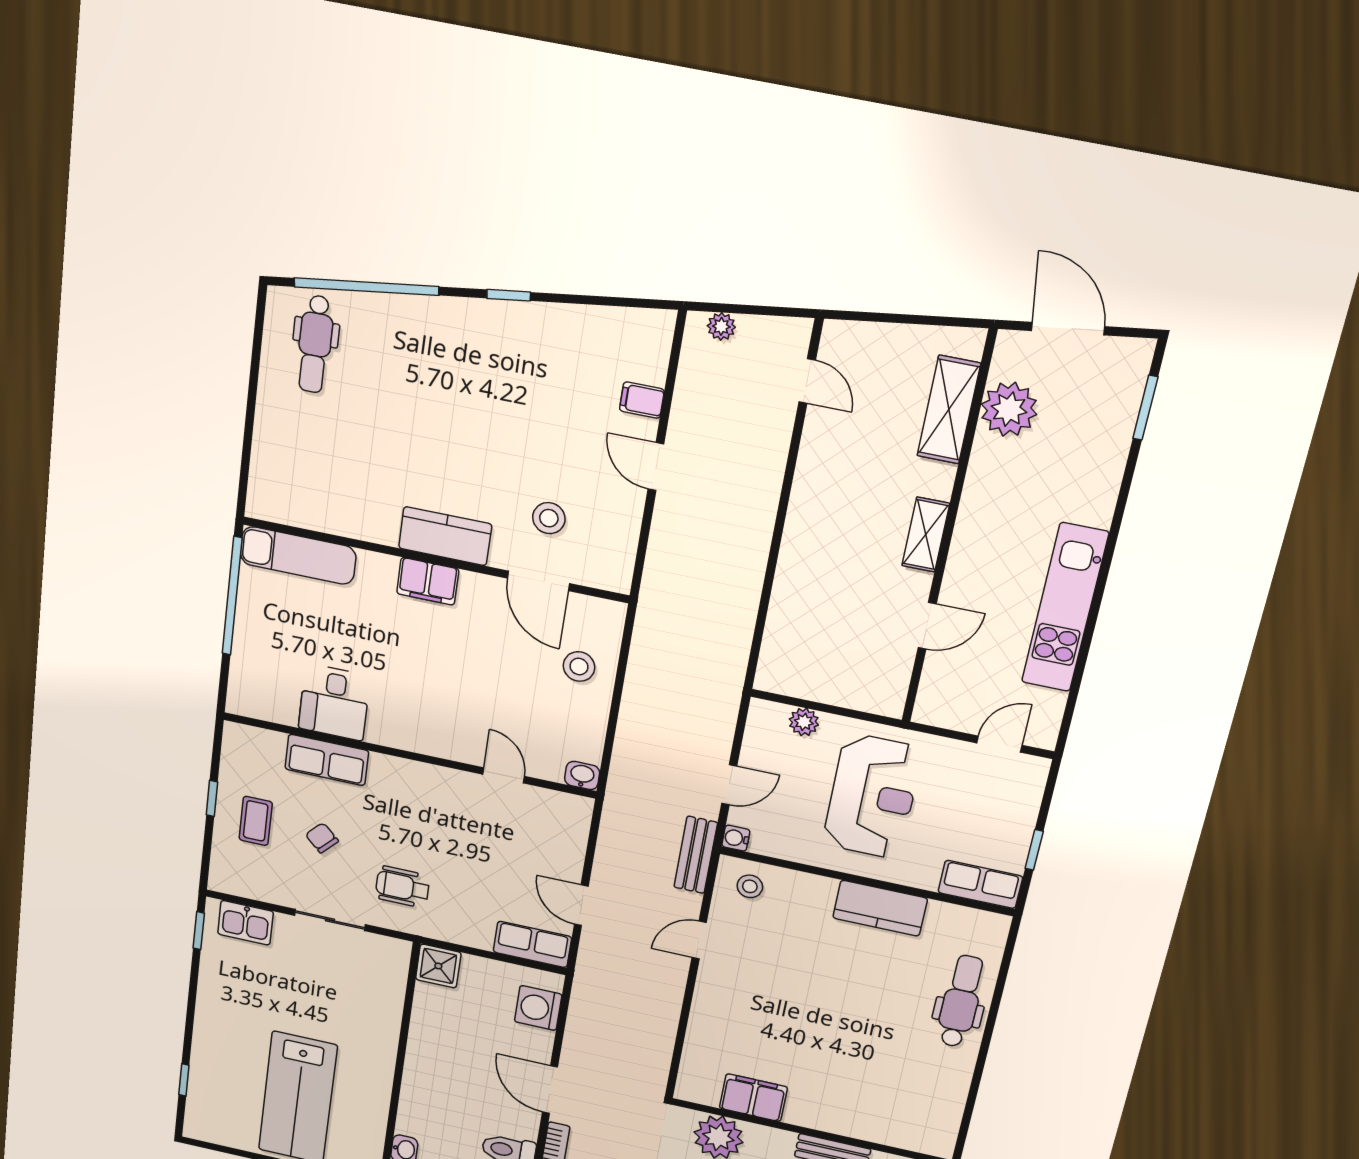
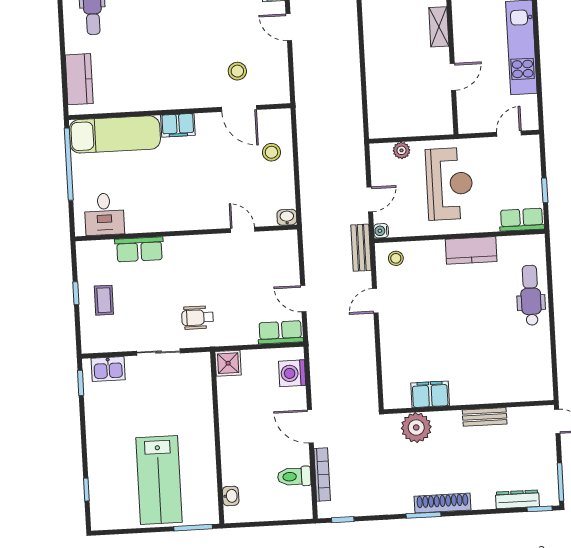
kitchen counter: (445, 536) -> (79, 79), moved, turned 90
exam couch: (298, 555) -> (115, 134), width x1.36, depth x1.45
desk: (334, 702) -> (104, 214), moved
chair: (322, 838) -> (145, 300), removed

